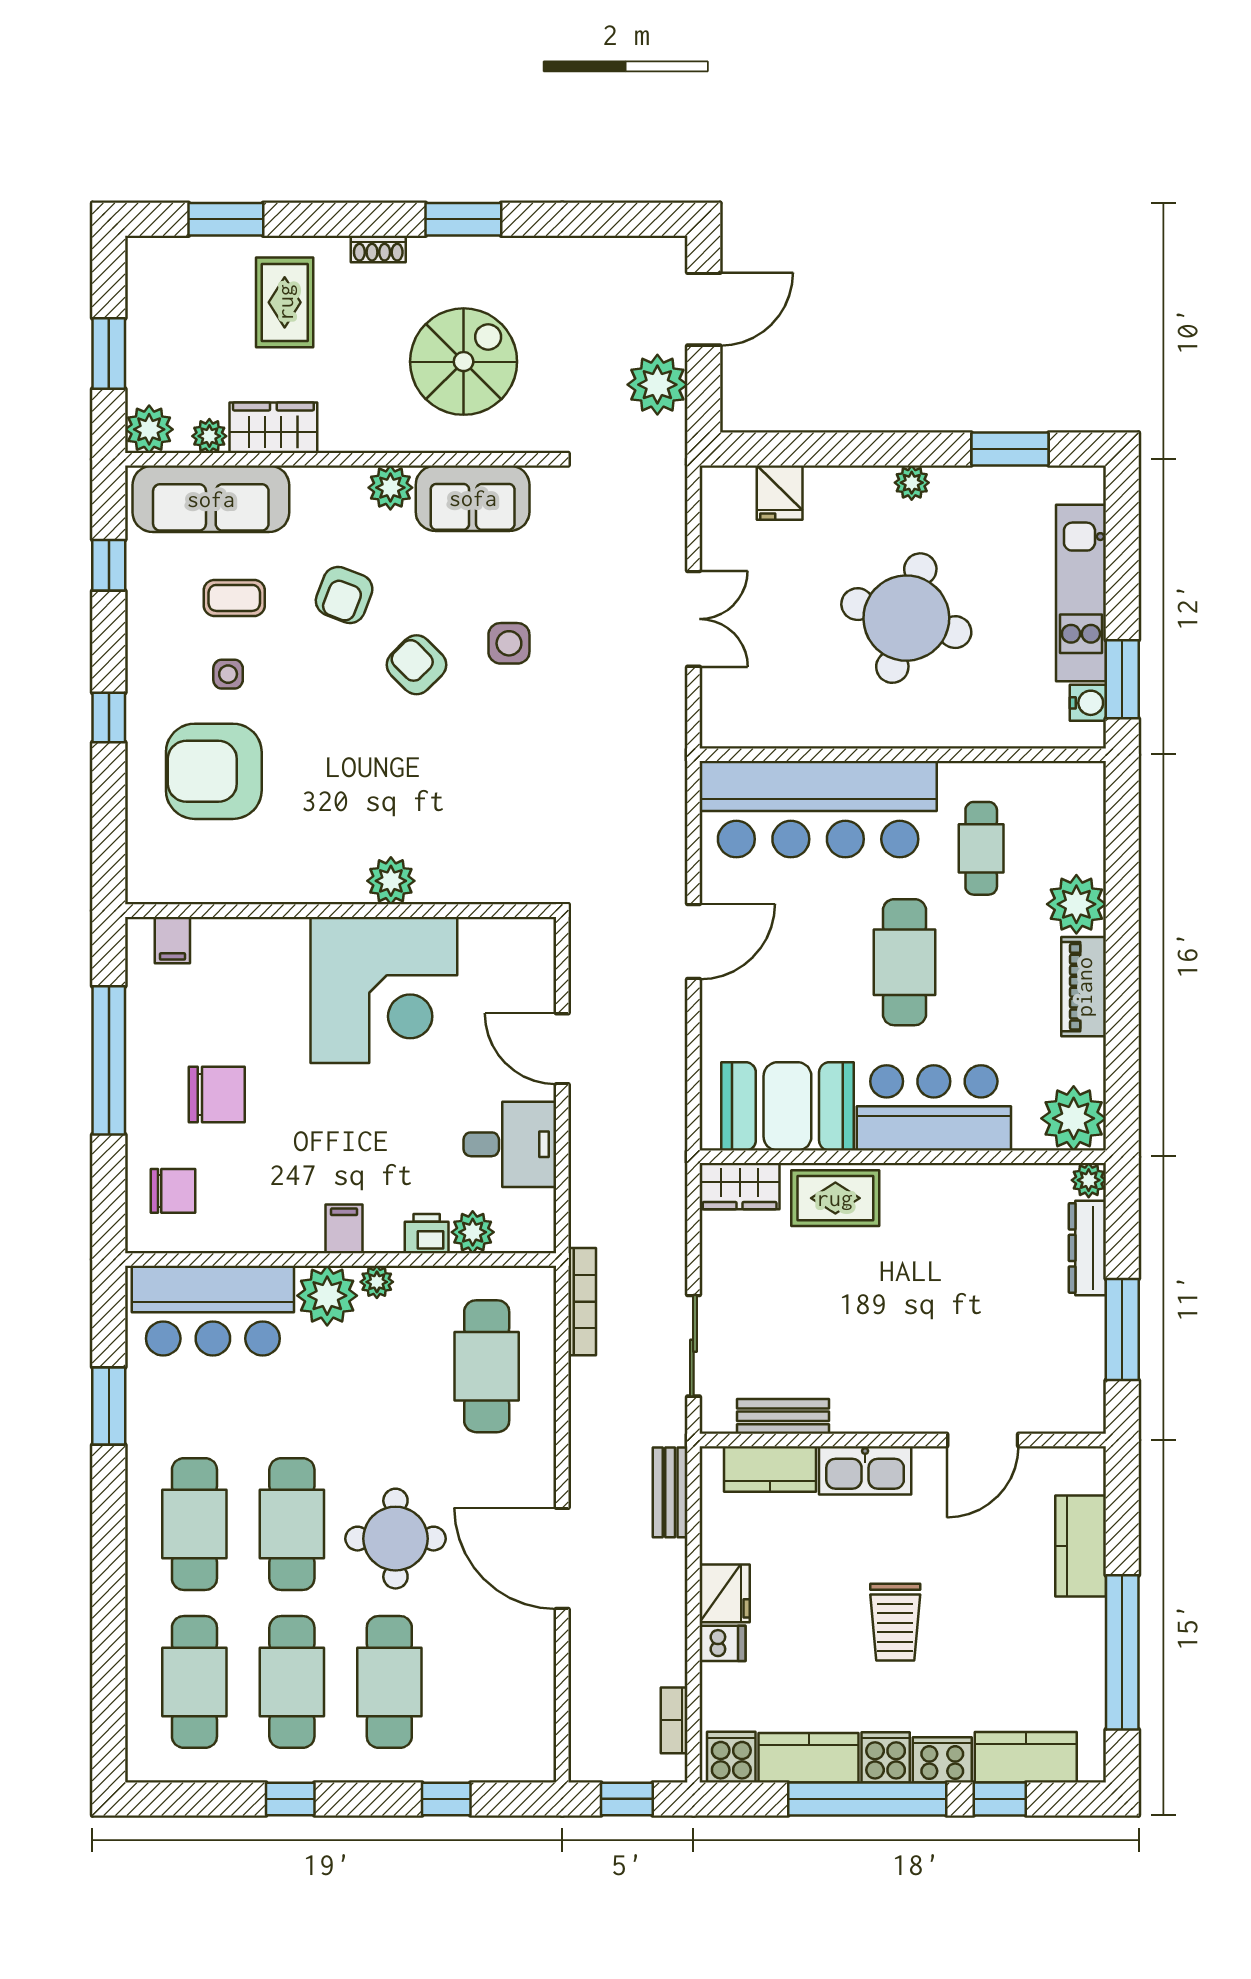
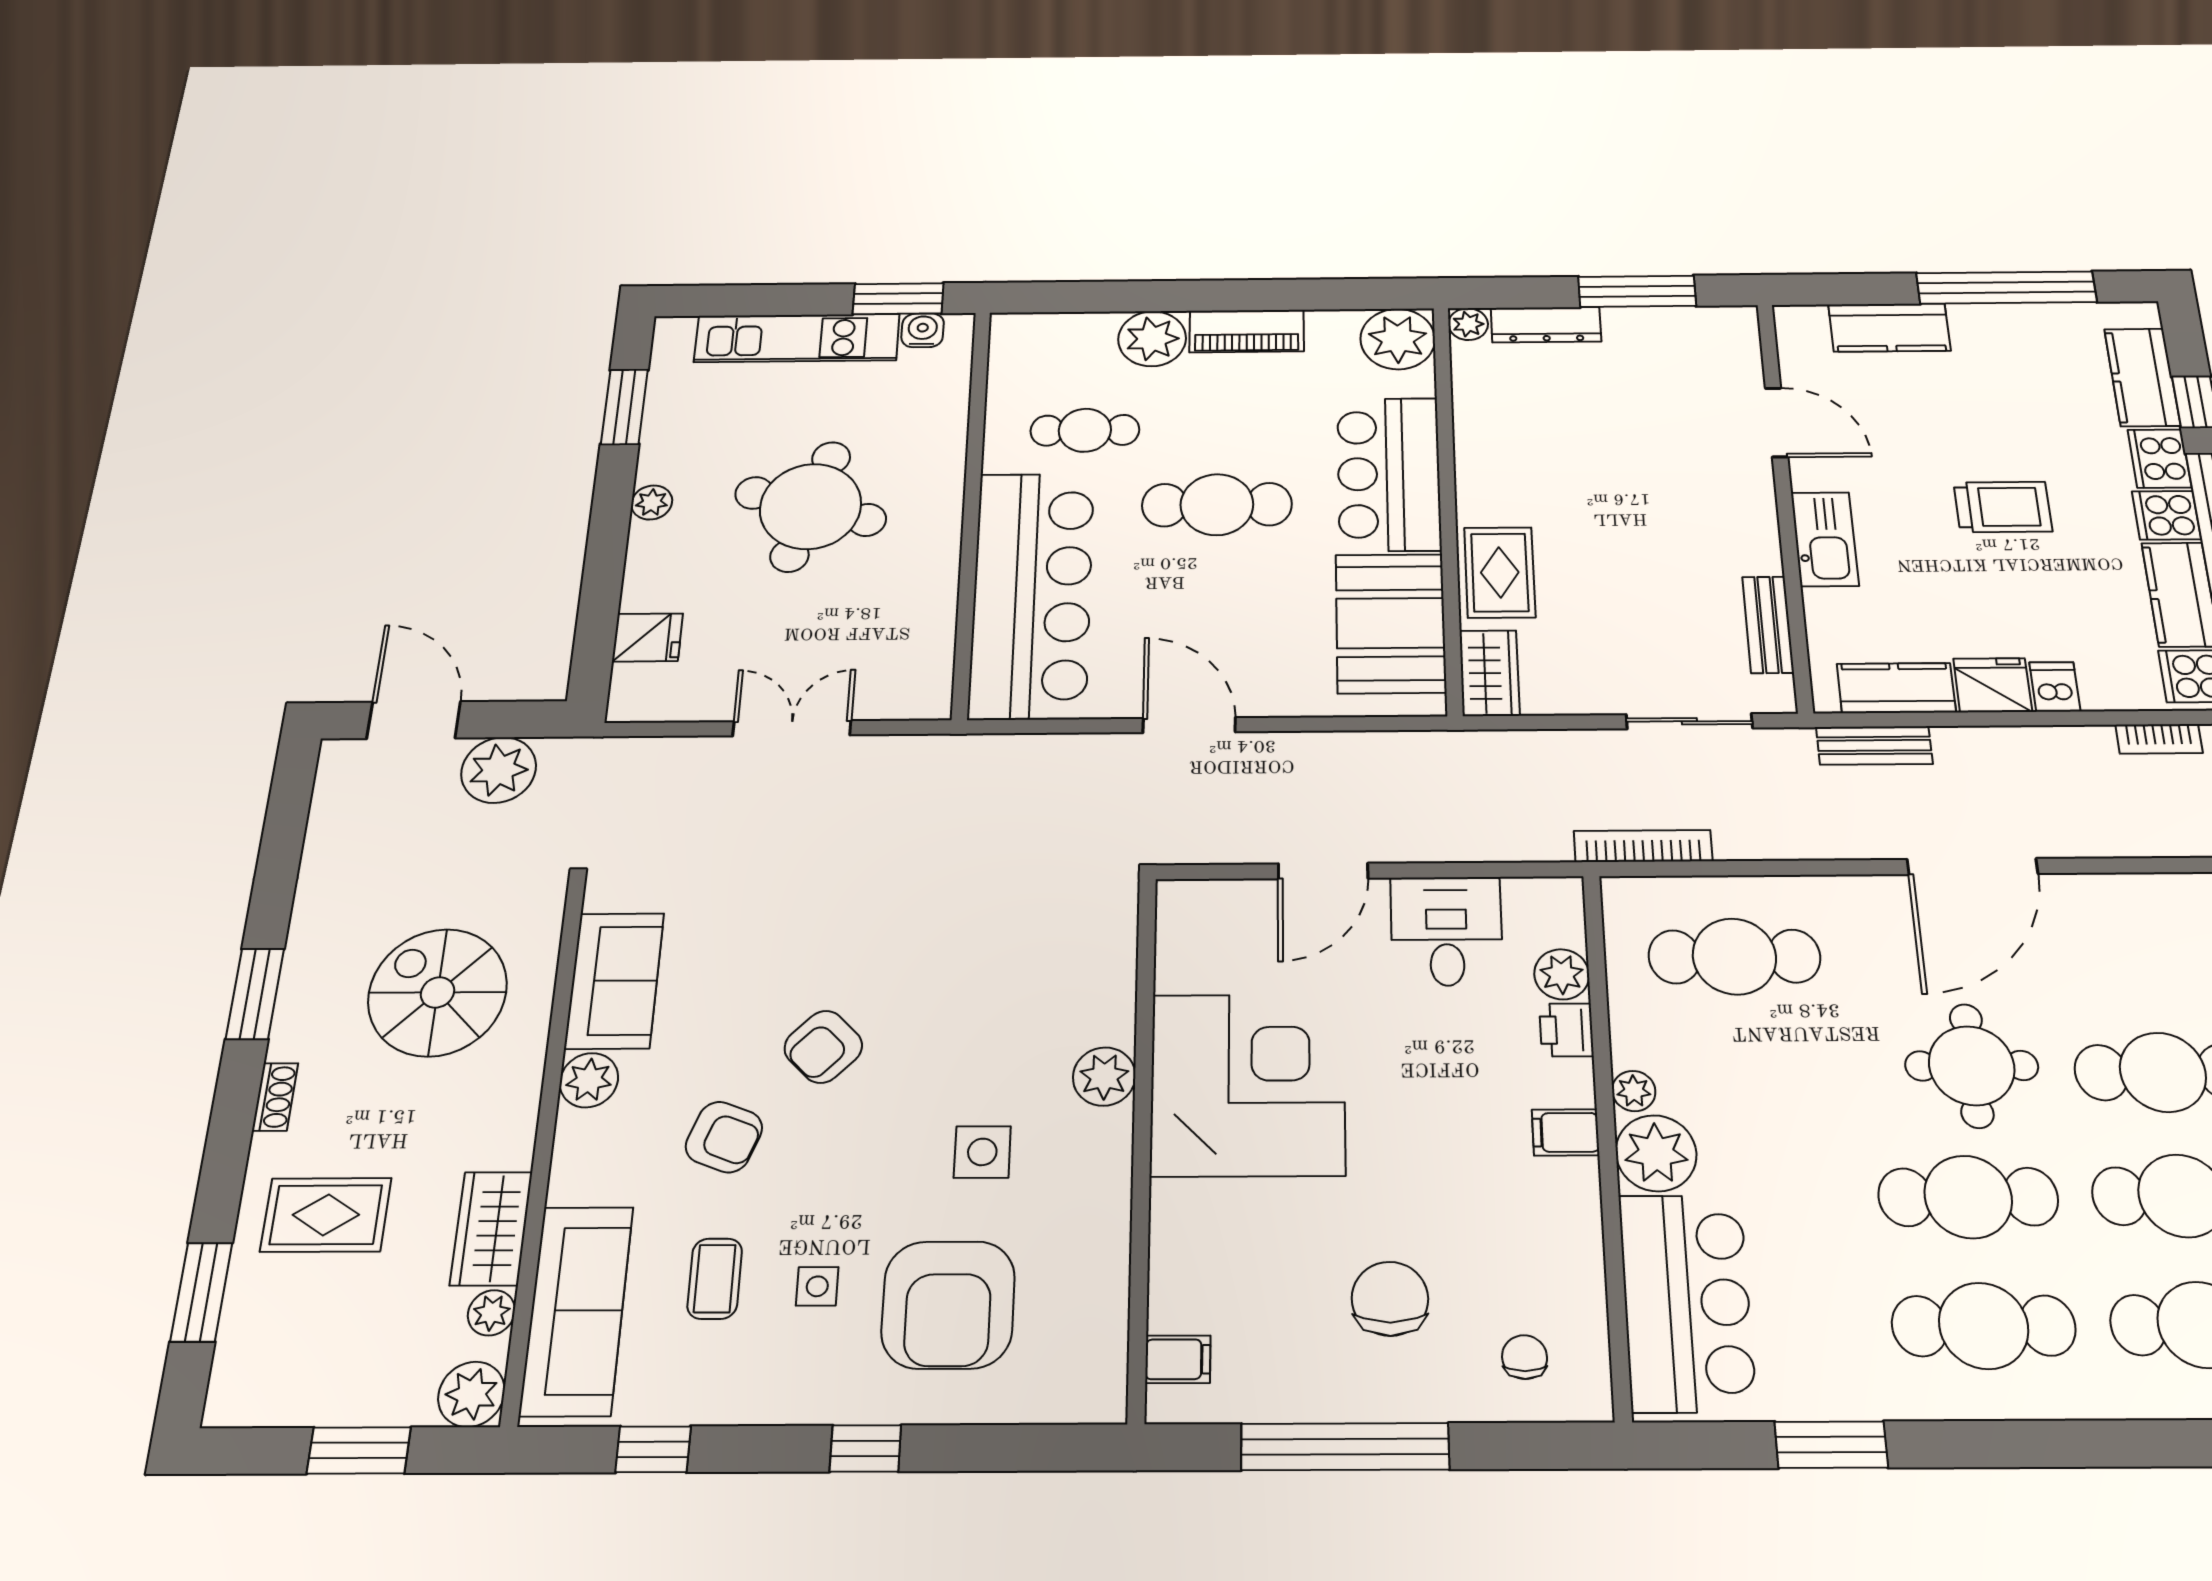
side table: (509, 643) -> (982, 1152), moved
chair: (173, 1191) -> (1525, 1357), width x0.73, depth x0.73
kitchen counter: (770, 1469) -> (1896, 688), moved, turned -90

